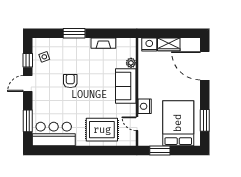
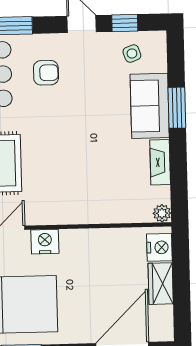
plant: (131, 63) -> (162, 213), moved
armchair: (70, 81) -> (46, 73), moved
sofa: (126, 86) -> (150, 106), moved, turned -90

